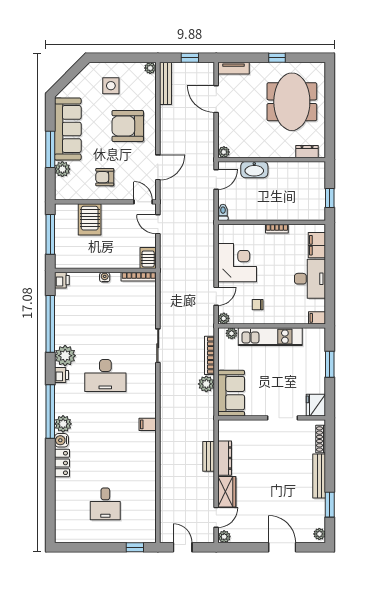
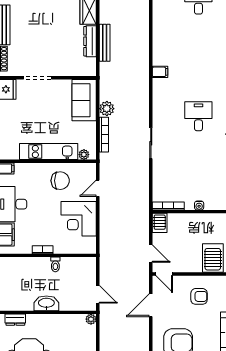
washbasin: (254, 170) -> (46, 303), moved
door: (216, 179) -> (98, 294), swing flipped
toilet: (223, 212) -> (55, 264), moved
chair: (258, 305) -> (60, 181), width x1.87, depth x1.87
plant: (224, 318) -> (91, 168), removed
desk: (105, 375) -> (198, 116), width x0.73
bench: (209, 456) -> (105, 43), width x1.36

